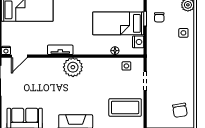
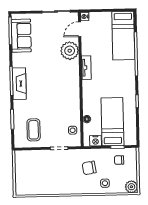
door: (19, 56) -> (80, 29), hinge flipped
plant: (73, 67) -> (70, 51), moved
coffee table: (125, 107) -> (34, 130), width x0.73, depth x0.76
chair: (180, 110) -> (89, 168), moved

